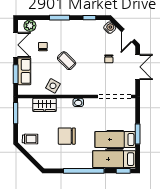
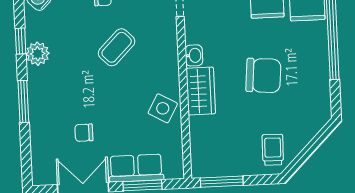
plant: (30, 26) -> (38, 54), moved
coffee table: (67, 61) -> (117, 47), moved
wardrobe: (44, 105) -> (201, 91), moved
chair: (67, 136) -> (263, 75), turned -85

